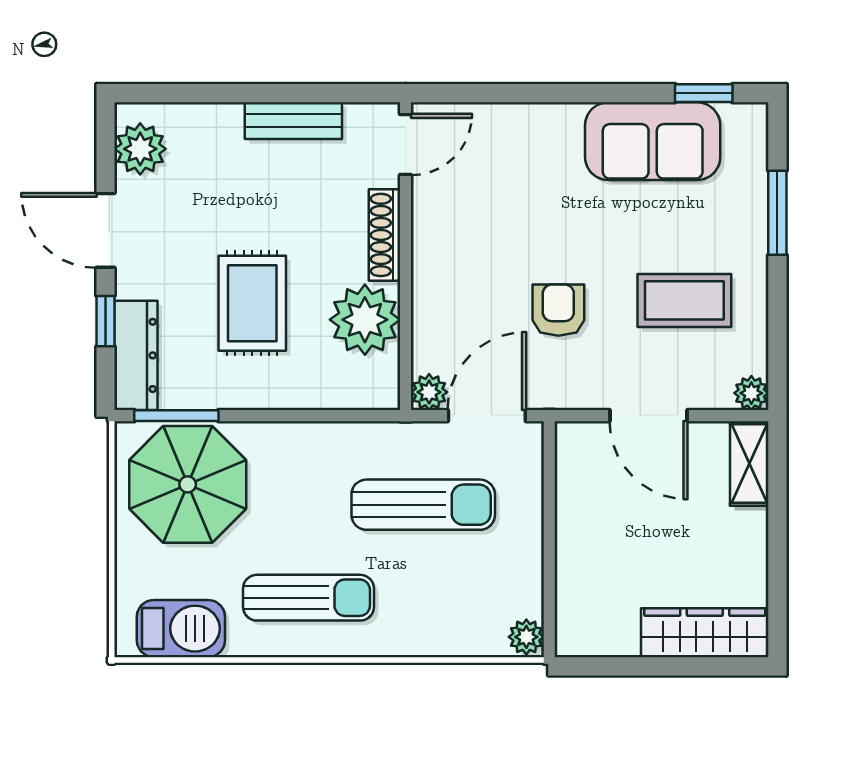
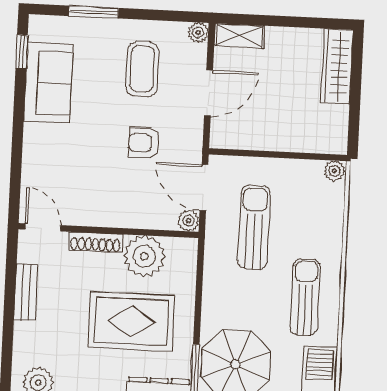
rug: (252, 303) -> (131, 321), width x1.36, depth x1.43

